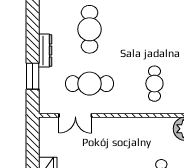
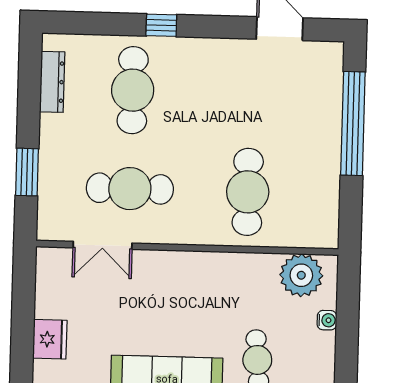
dresser: (45, 51) -> (52, 82), moved
cafe table: (154, 84) -> (248, 192), width x1.37, depth x1.35

